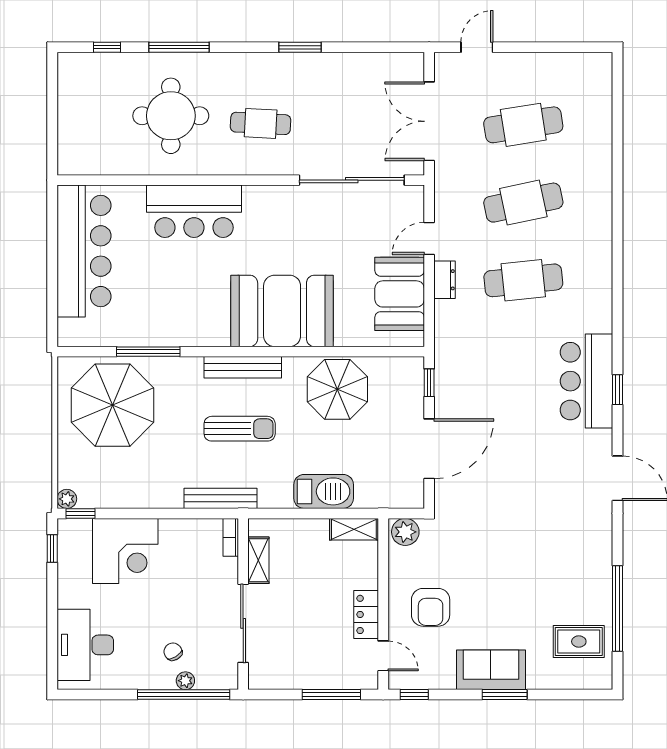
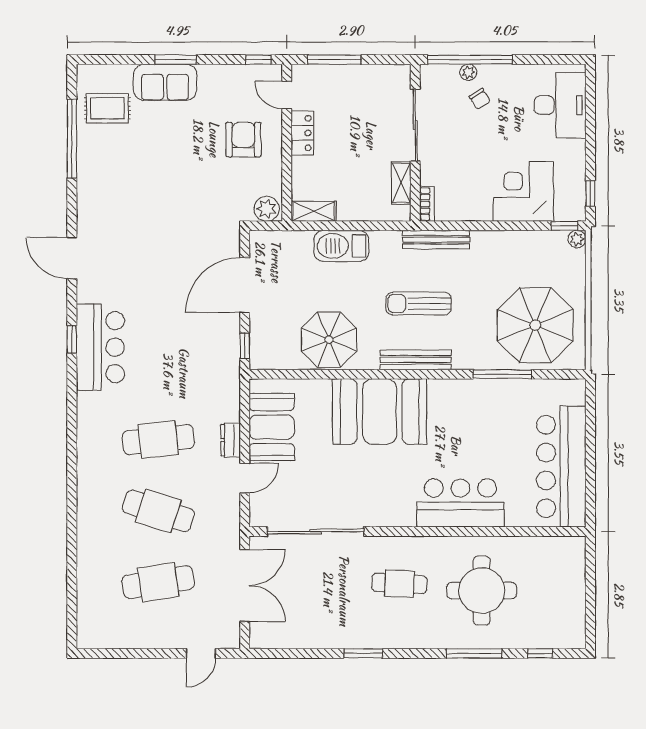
cafe table: (523, 203) -> (158, 511), turned 30
sofa: (491, 670) -> (165, 82), moved

